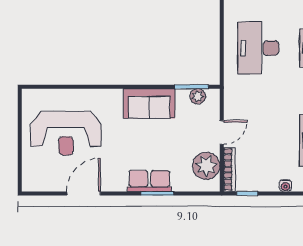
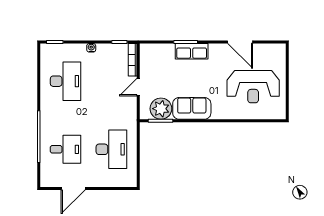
plant: (198, 96) -> (161, 109), width x1.88, depth x1.88
reception desk: (66, 133) -> (253, 87), turned 180
plant: (206, 166) -> (150, 62), removed
door: (84, 193) -> (240, 42), hinge flipped

